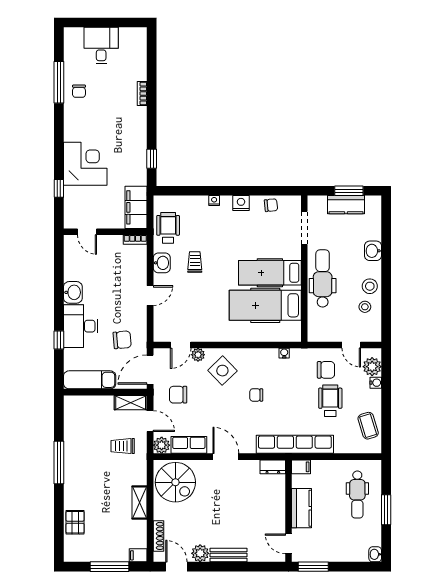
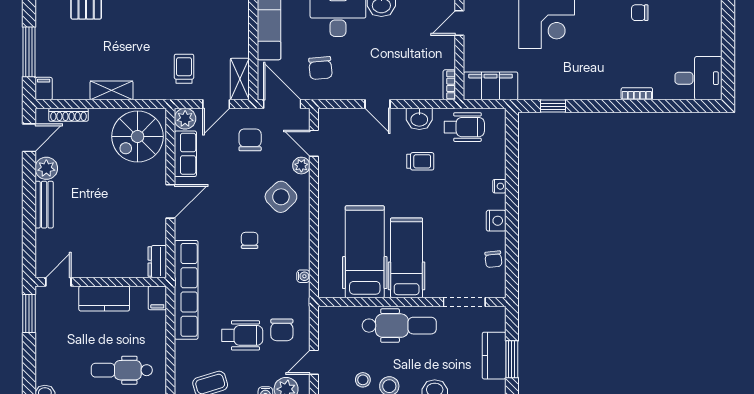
desk: (101, 45) -> (698, 78), moved

